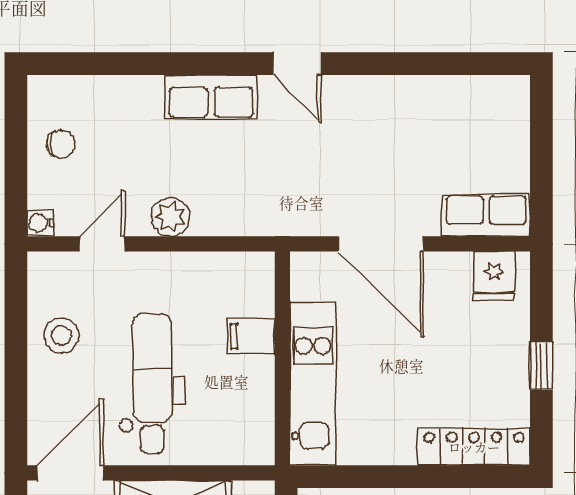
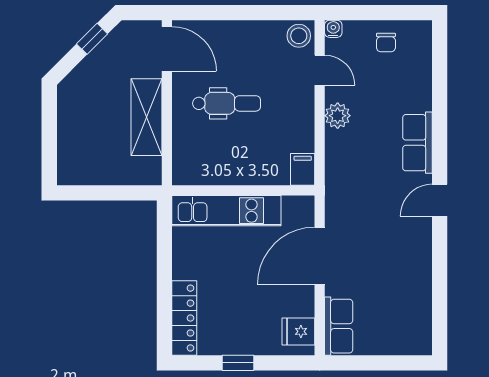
stool: (61, 335) -> (299, 36), moved
filing cabinet: (251, 336) -> (303, 169), moved
dental chair: (152, 383) -> (227, 103), width x0.73, depth x0.72

